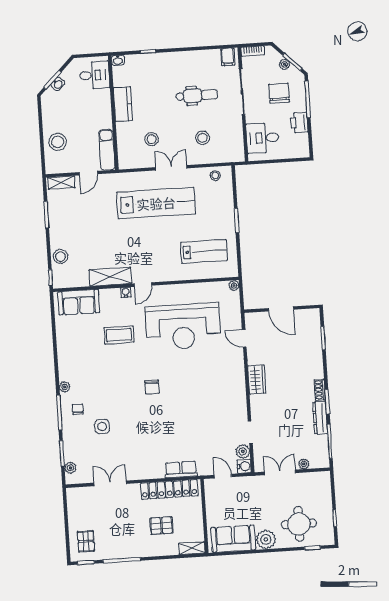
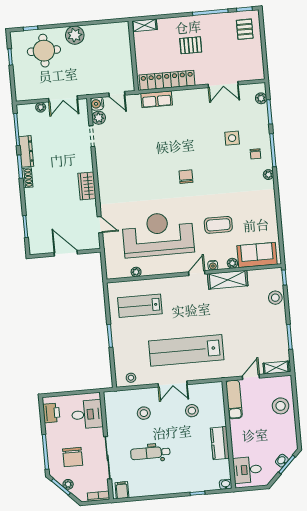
printer: (299, 122) -> (51, 413), moved
plant: (234, 286) -> (136, 272), moved
plant: (105, 294) -> (232, 263), added
pallet: (161, 526) -> (191, 45), moved
sofa: (233, 539) -> (106, 35), removed

